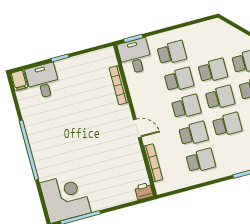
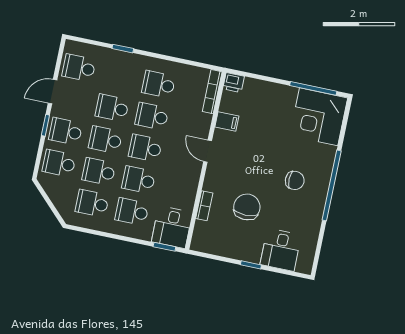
school desk: (206, 44) -> (92, 203), added
filing cabinet: (19, 80) -> (227, 121), moved, turned 90
bookcase: (119, 85) -> (204, 206), width x0.64
chair: (85, 101) -> (247, 207), added
chair: (59, 140) -> (295, 180), added
bookcase: (153, 163) -> (212, 92), moved

